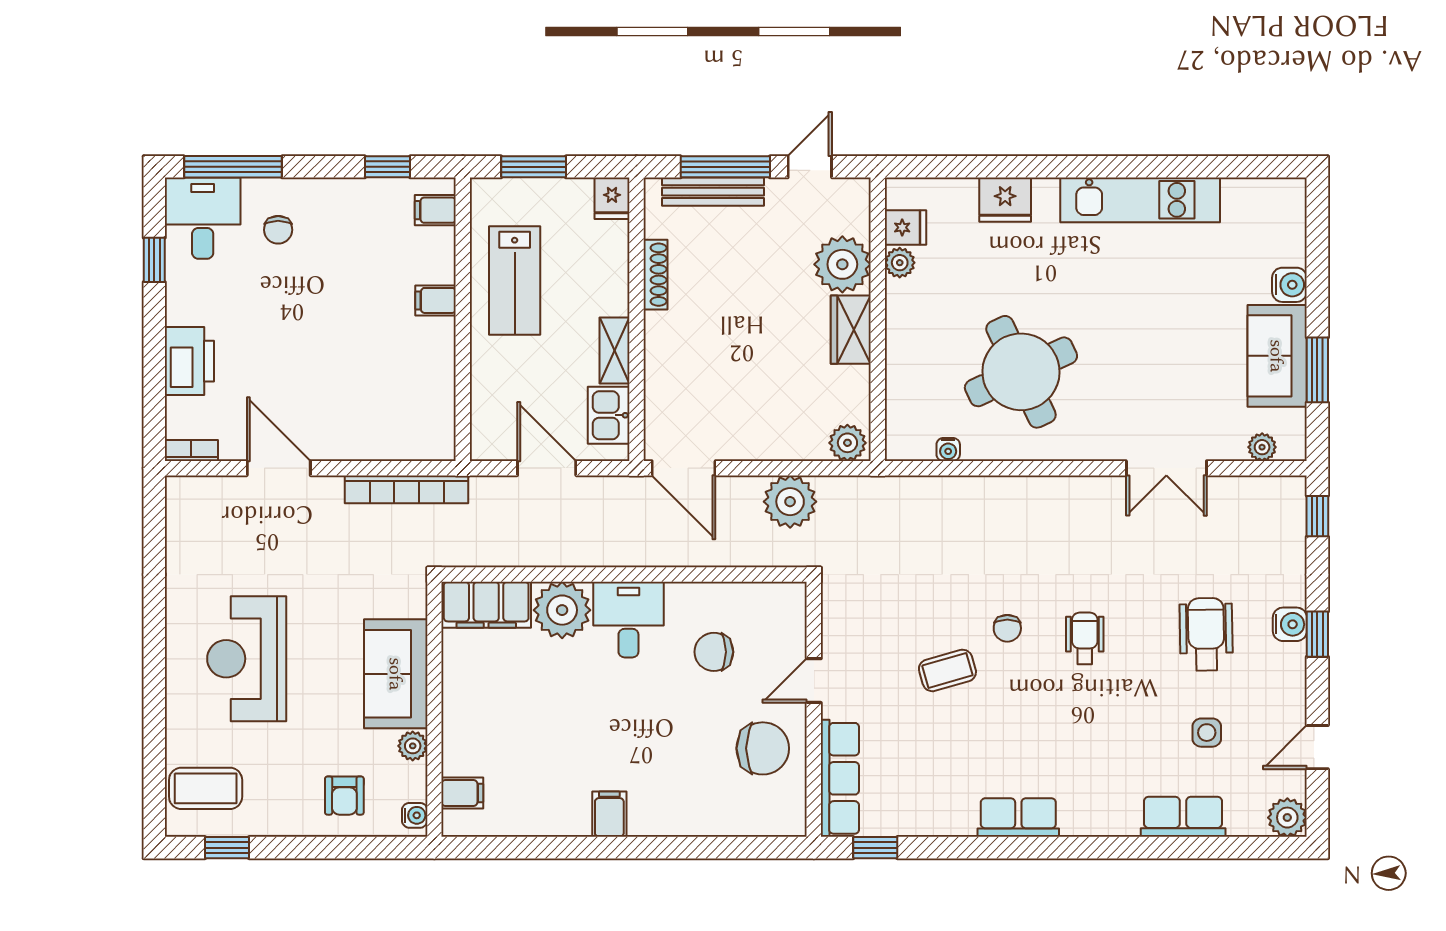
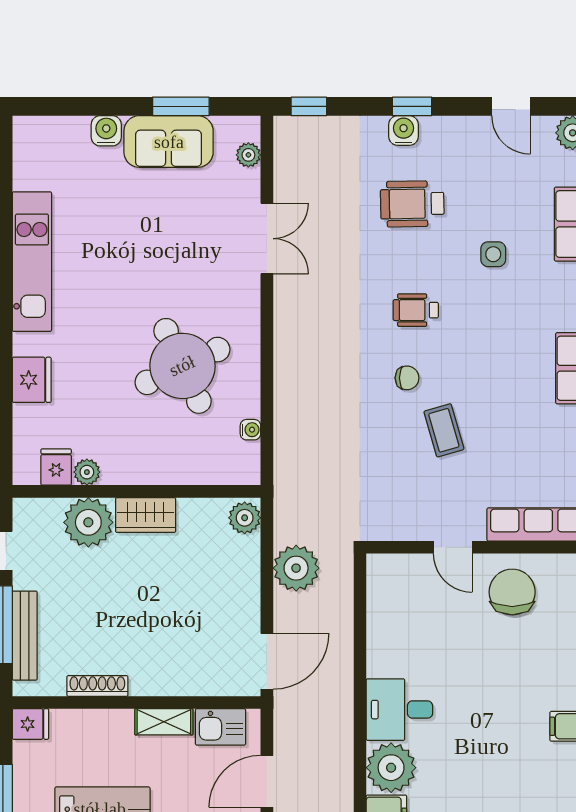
chair: (714, 652) -> (428, 635), removed
side table: (1207, 733) -> (493, 254), moved

